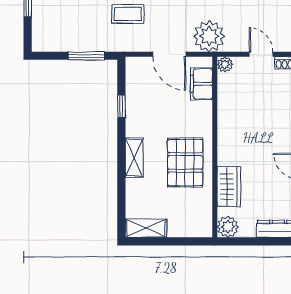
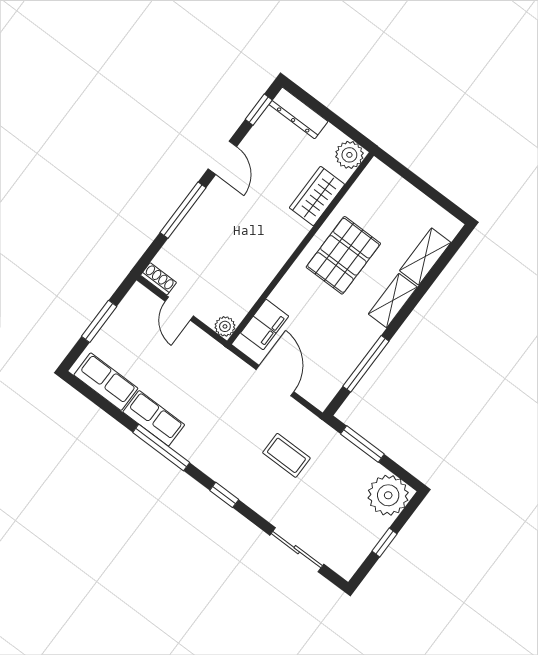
plant: (209, 36) -> (388, 495), moved
window: (121, 107) -> (366, 364), width x2.17
shelving: (146, 228) -> (425, 257), moved, turned 90

